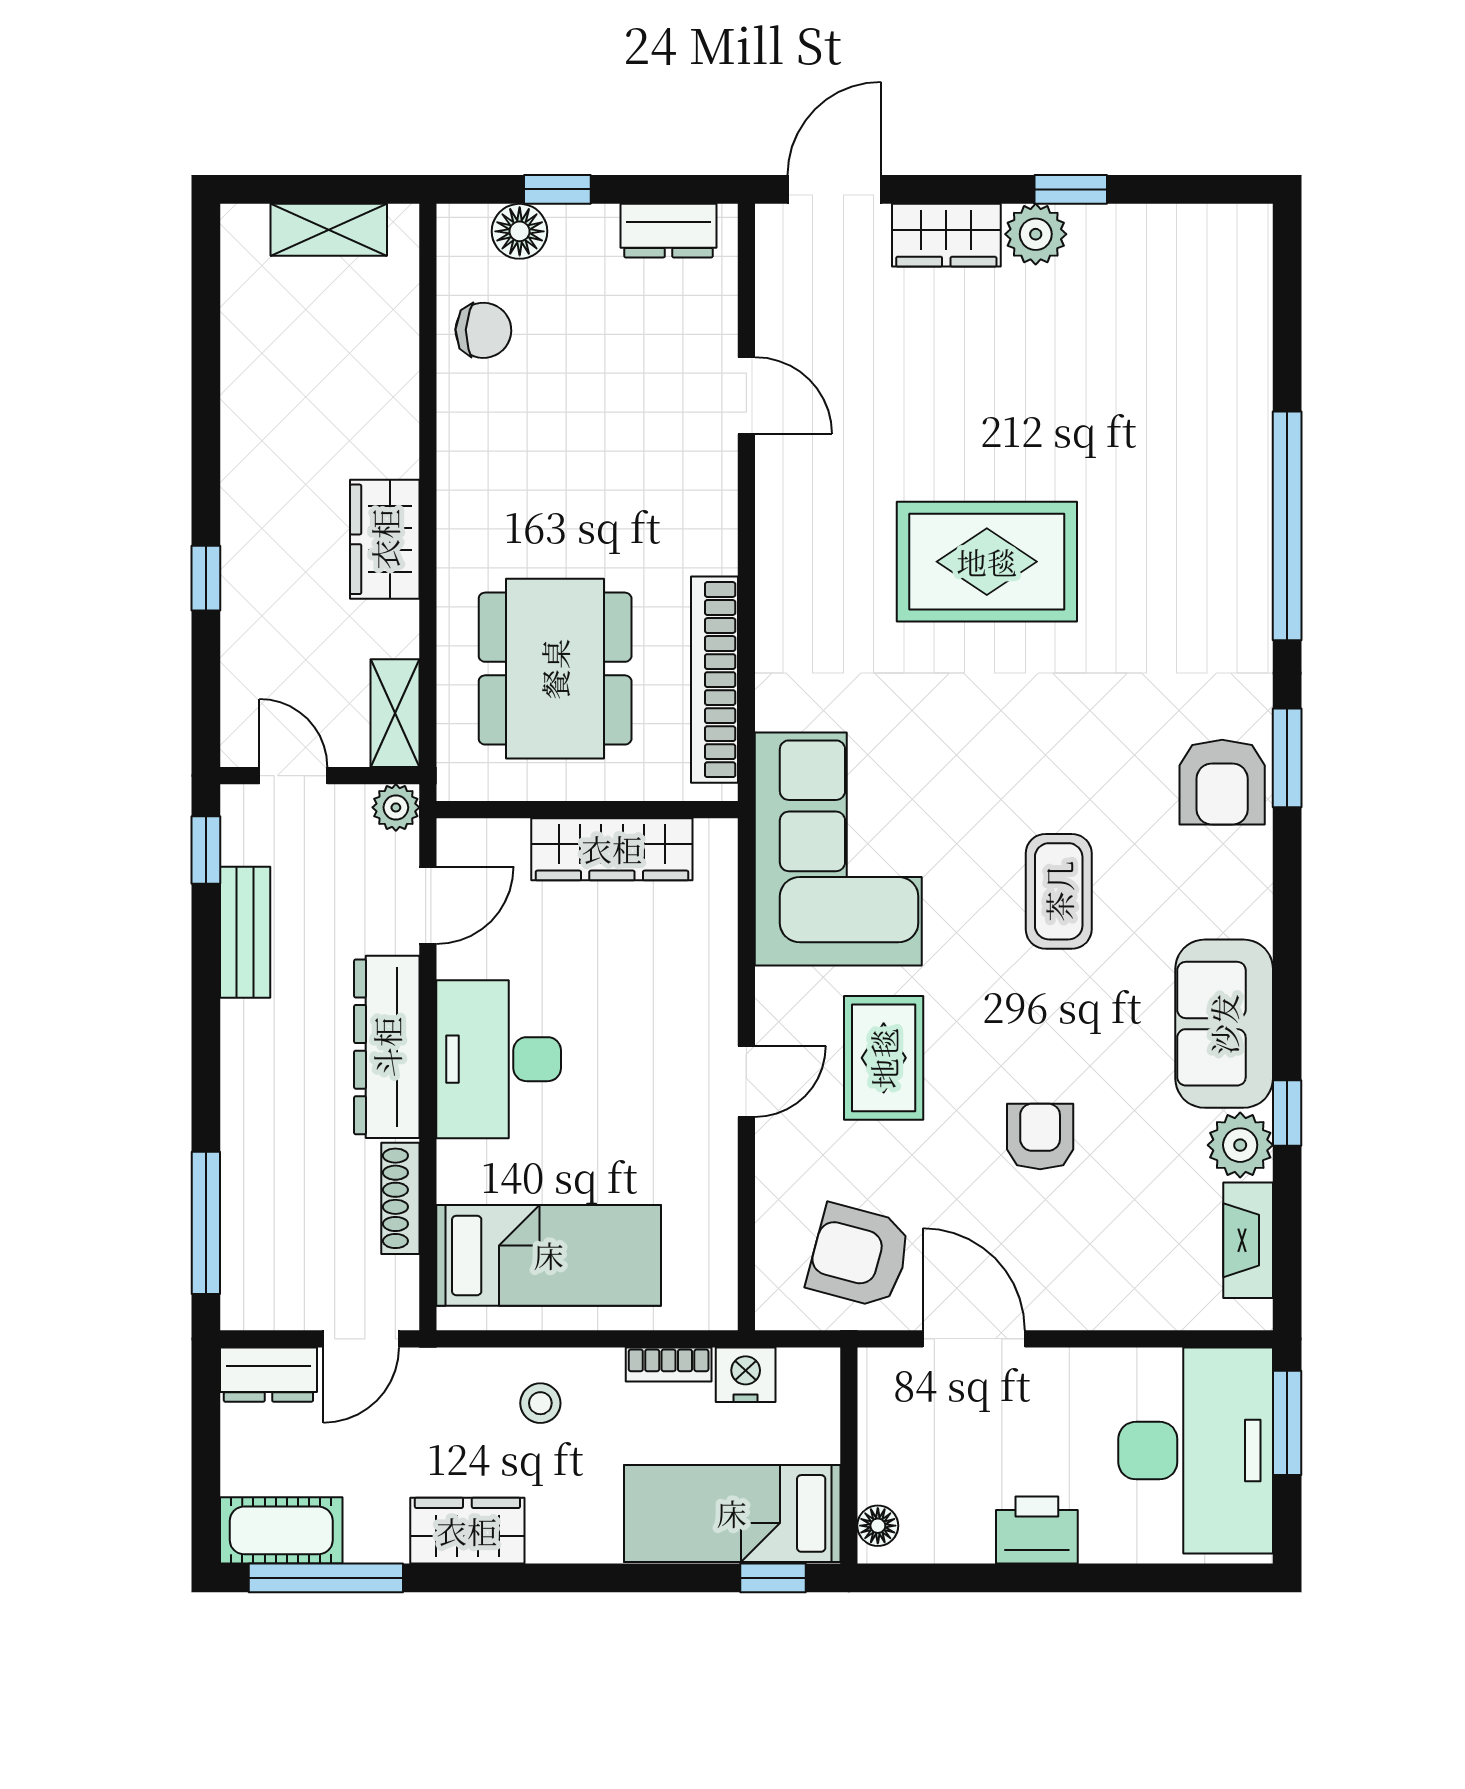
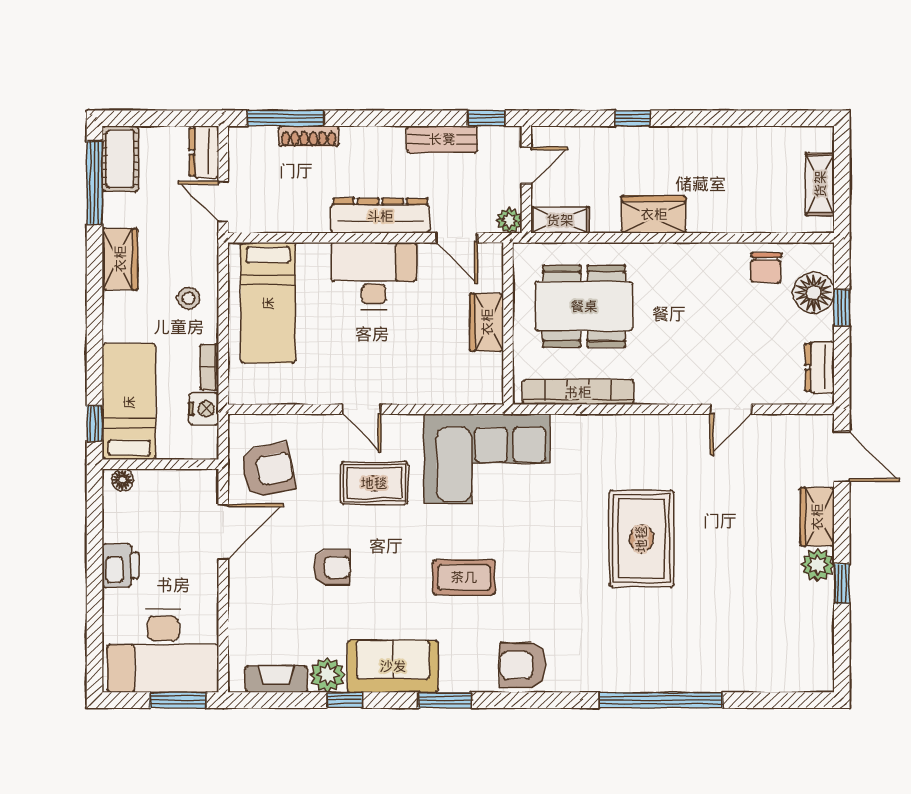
floor lamp: (520, 231) -> (814, 293), width x1.38, depth x1.38
window: (1287, 758) -> (445, 700), moved
wardrobe: (612, 849) -> (487, 322), width x0.67
shoe rack: (400, 1198) -> (309, 136), moved, turned 180
armchair: (859, 1256) -> (268, 470), turned 64

